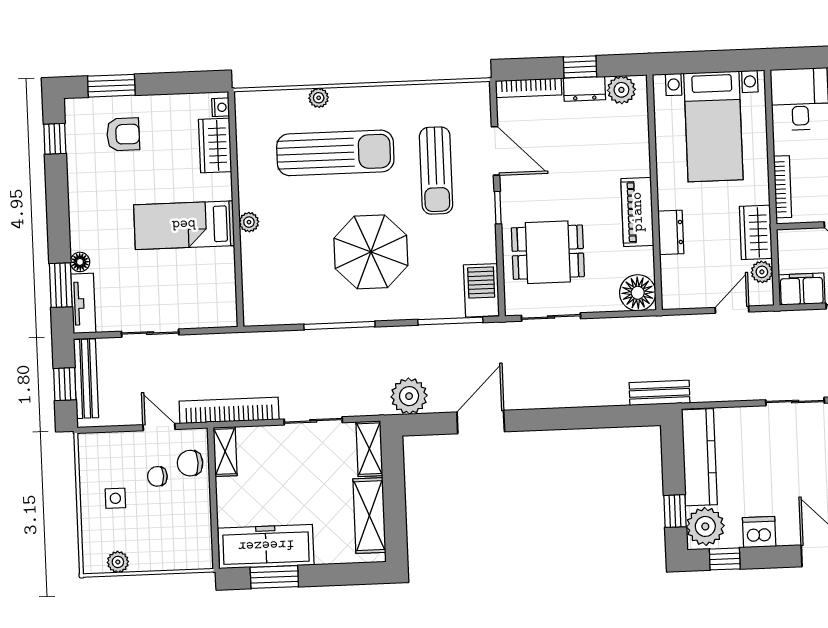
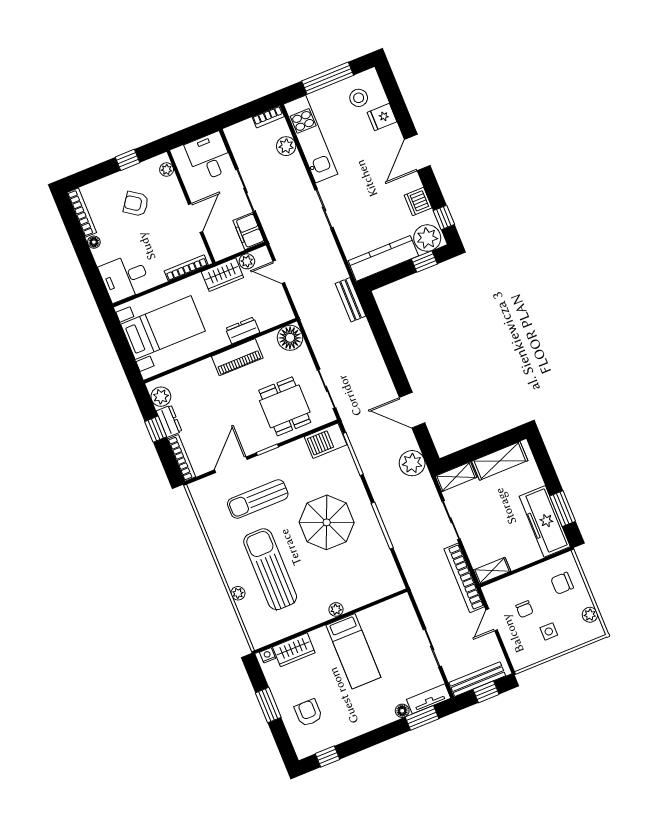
window: (111, 86) -> (268, 705), moved
sun lounger: (436, 171) -> (258, 499), turned 180
chair: (190, 463) -> (562, 583), moved, turned 90

